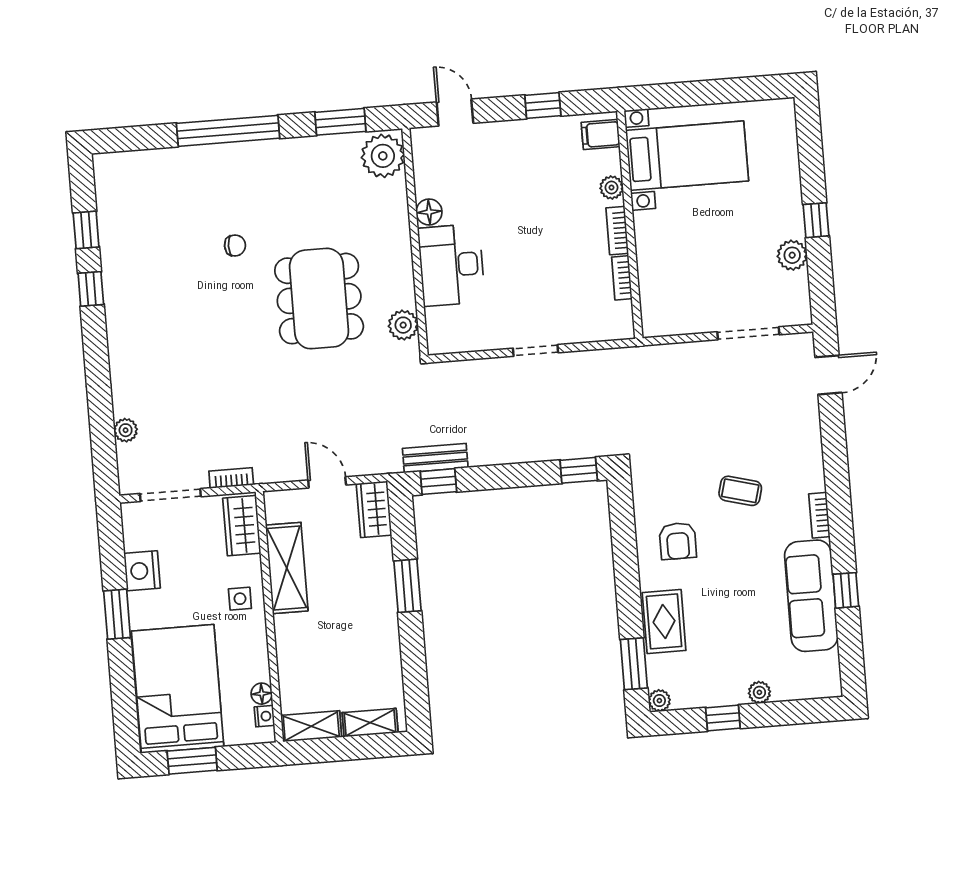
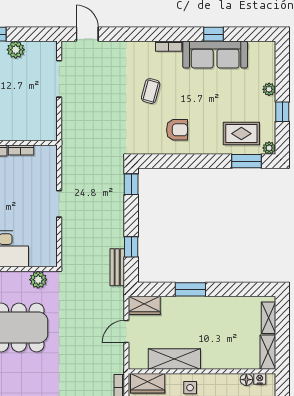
window: (438, 482) -> (131, 247), moved
rug: (664, 621) -> (241, 134), moved

